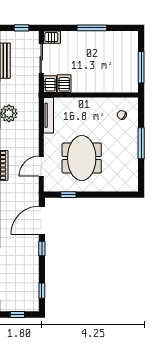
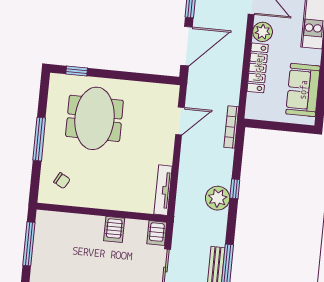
server rack: (64, 84) -> (114, 229), moved
meeting table: (82, 158) -> (94, 118), moved
window: (68, 195) -> (77, 71), moved

